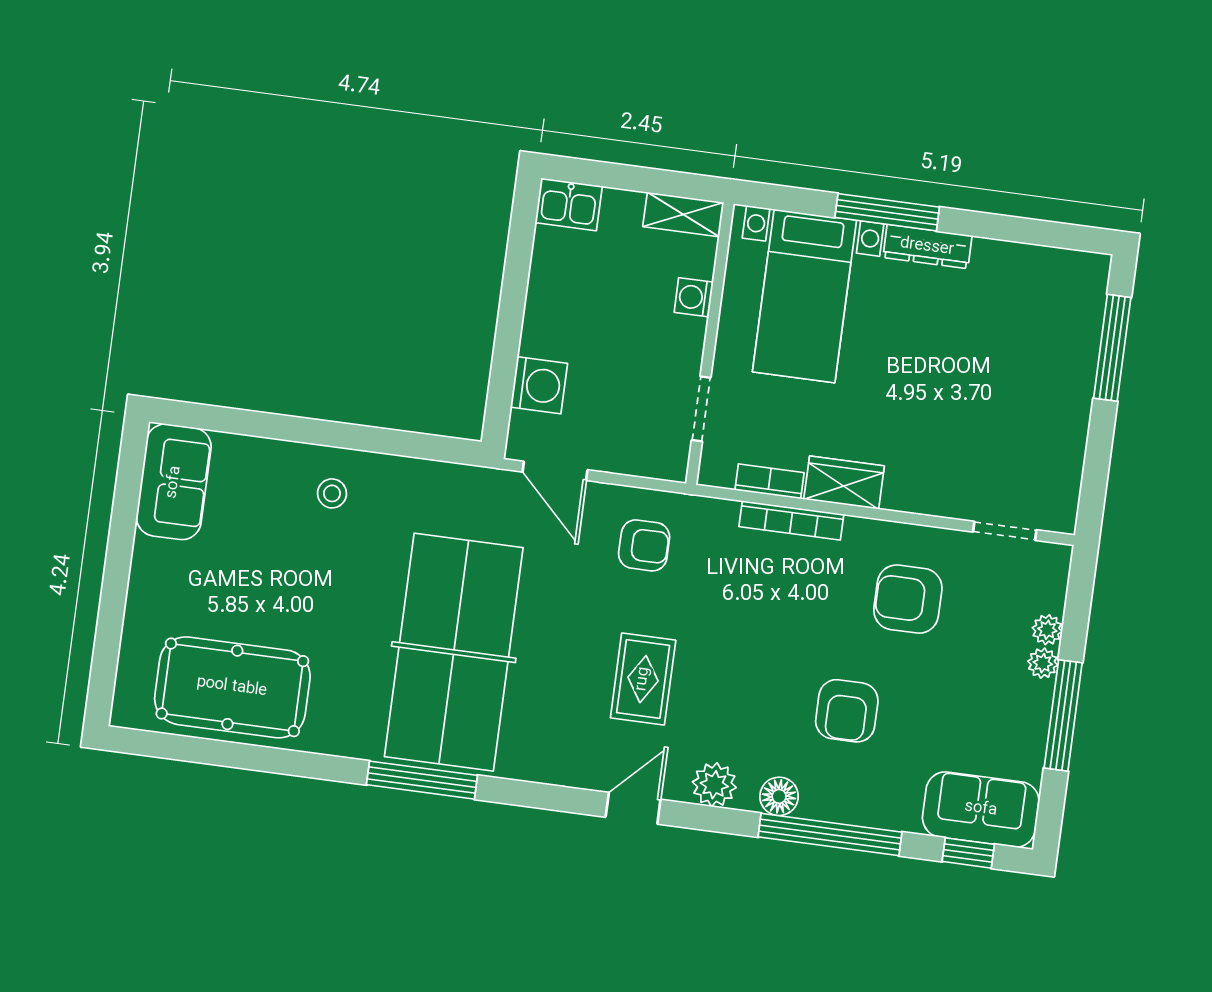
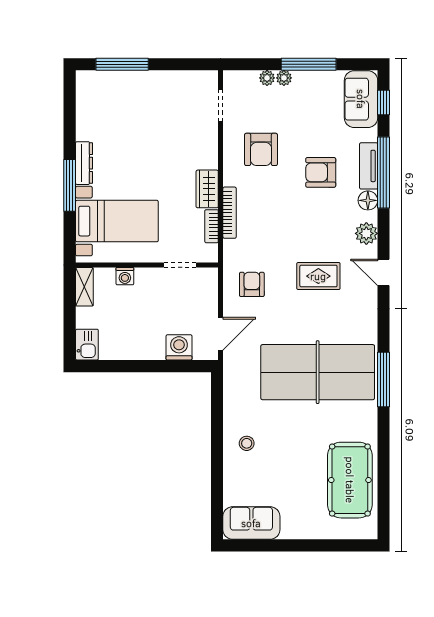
armchair: (847, 711) -> (321, 172), turned 180
tv unit: (847, 807) -> (369, 166), added

